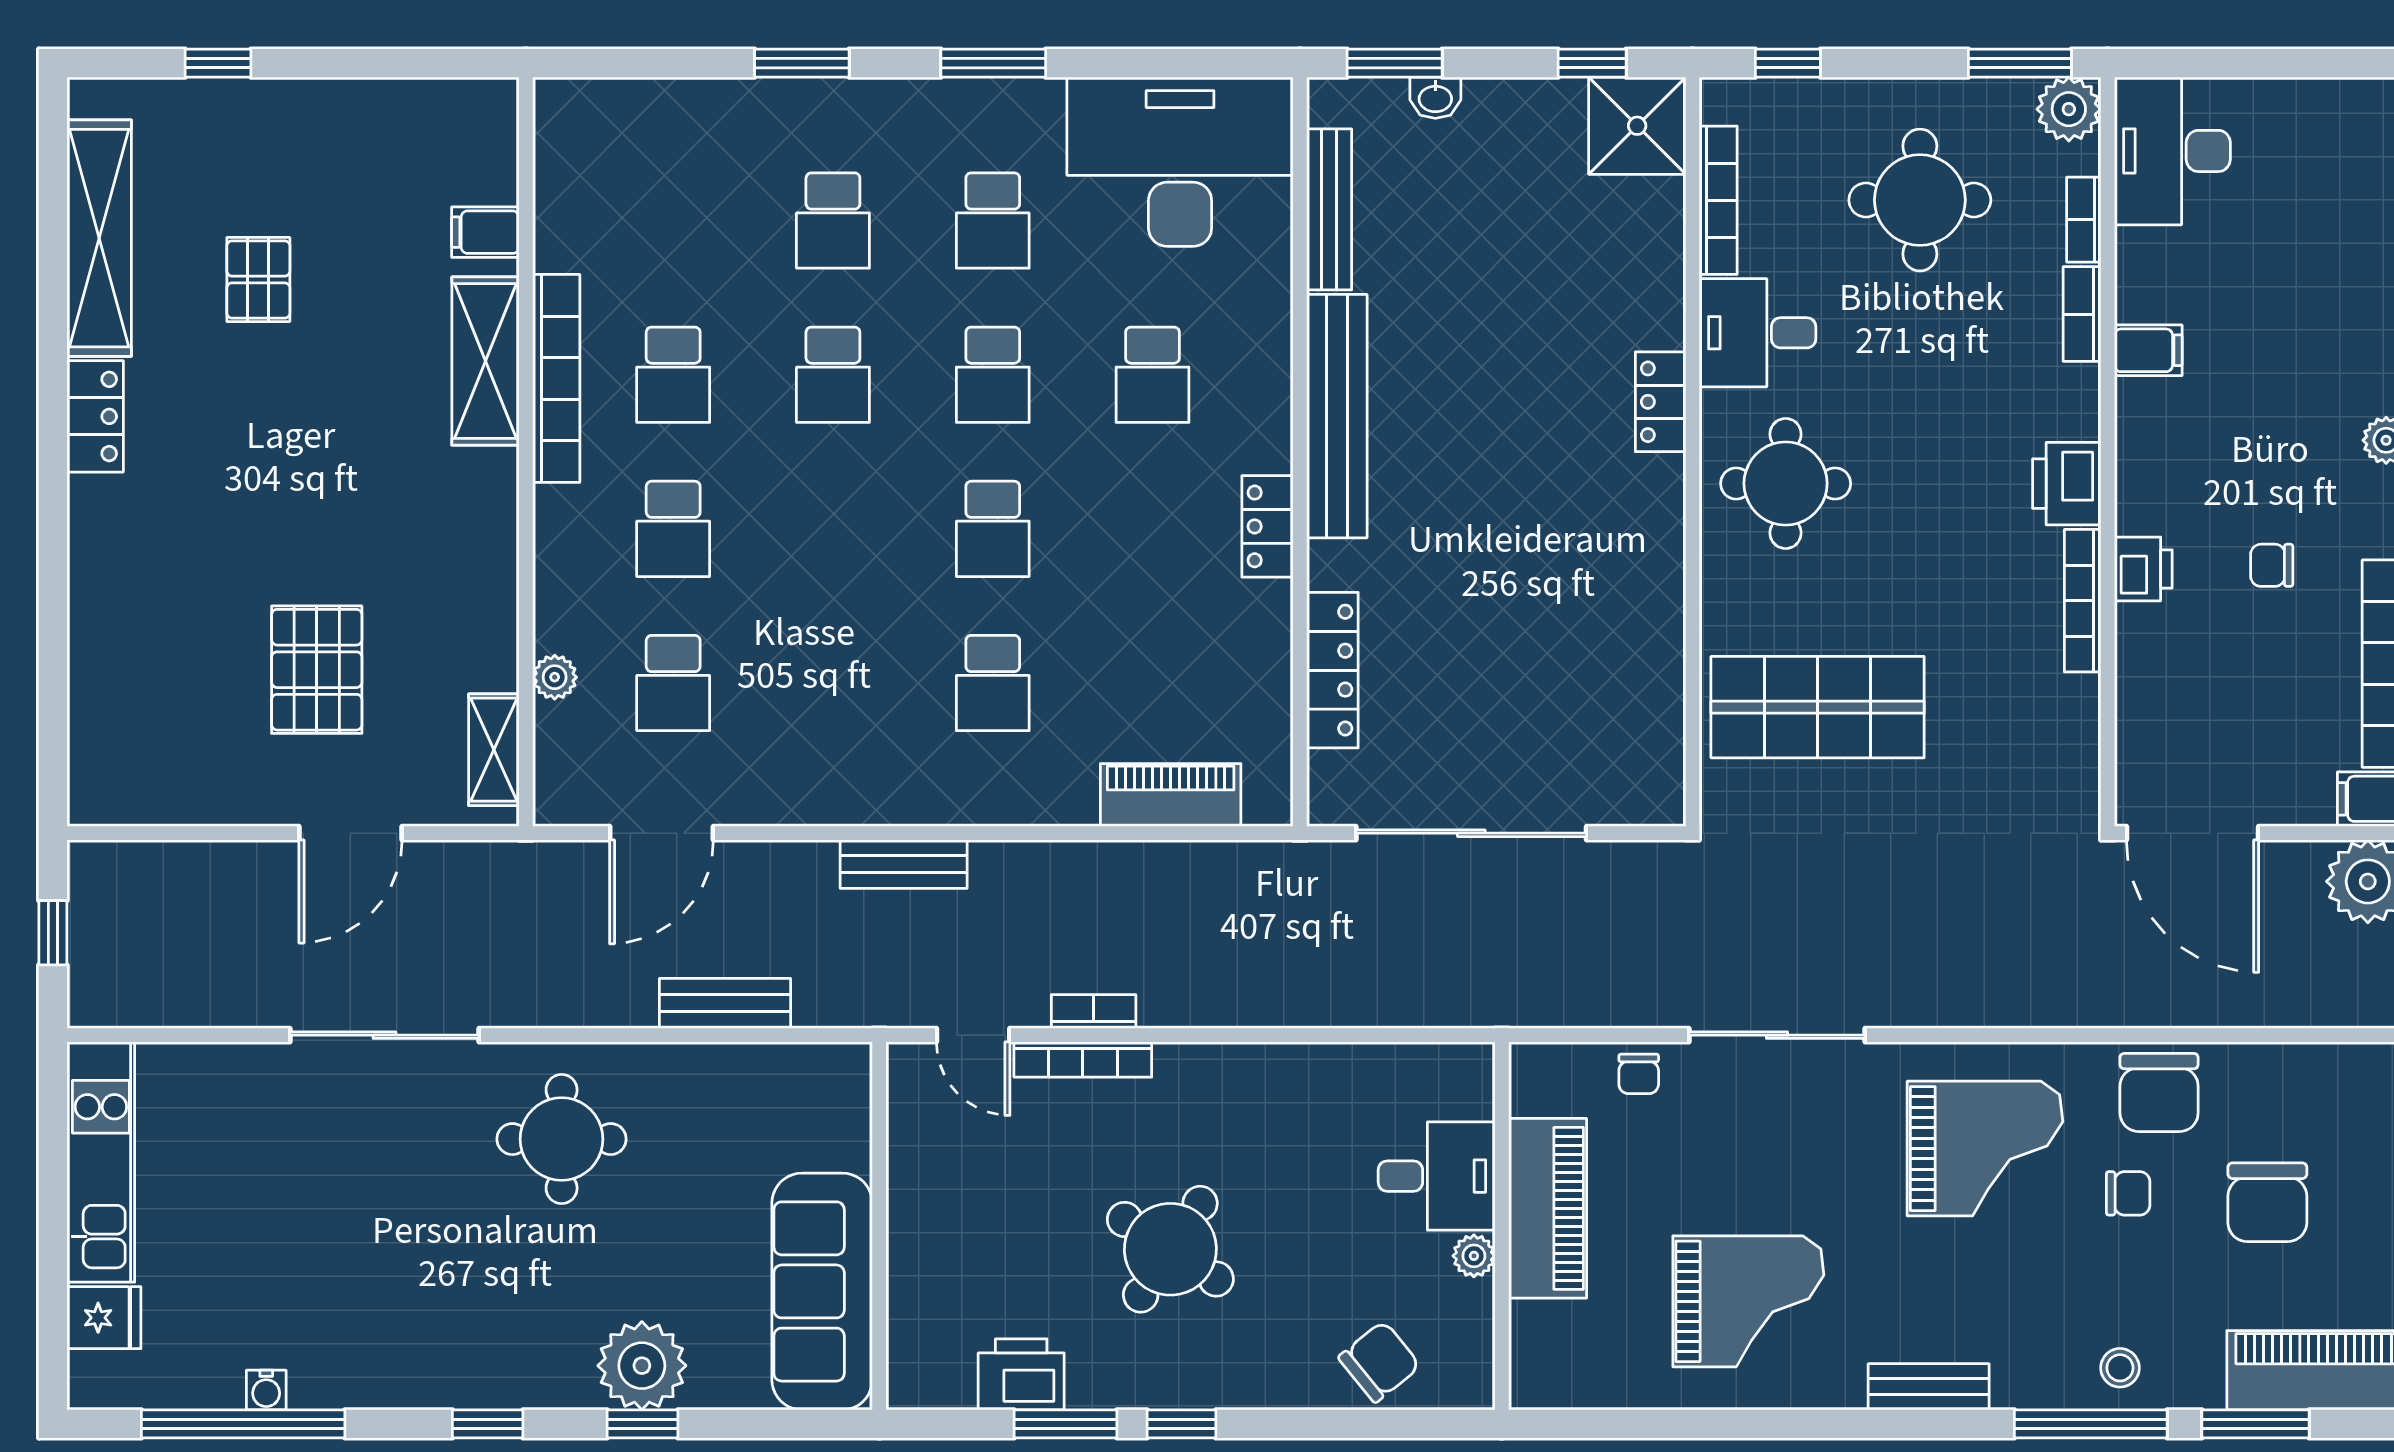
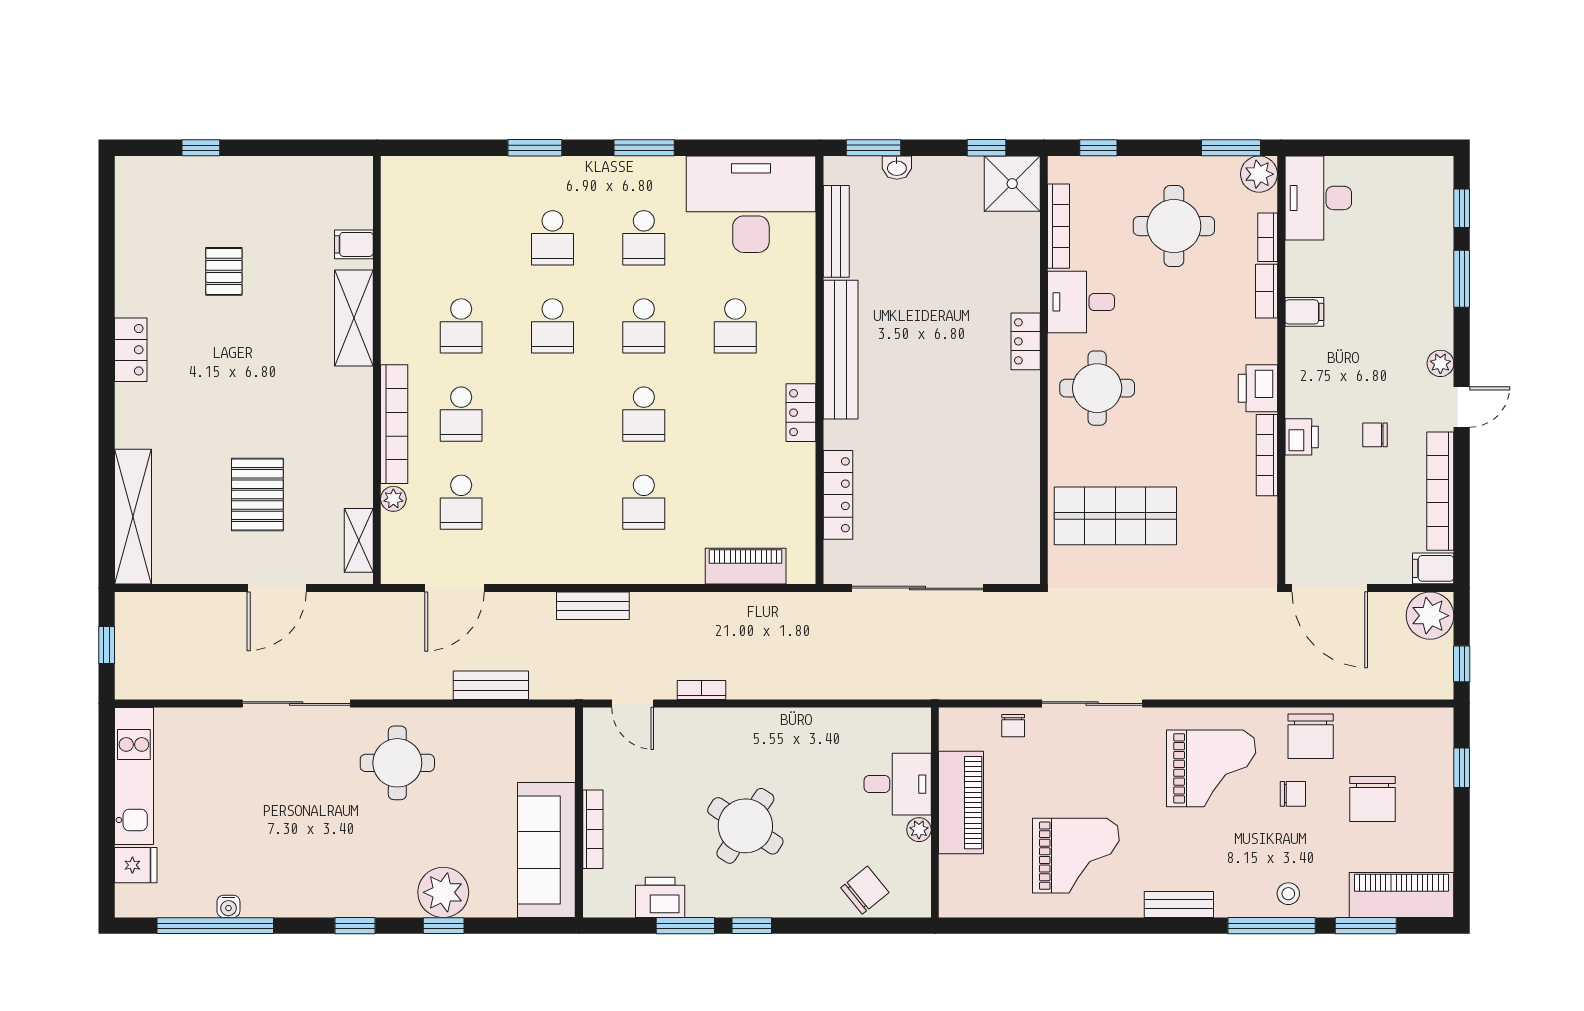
shelving: (99, 238) -> (133, 517), moved
bookcase: (556, 378) -> (394, 424), moved
bookcase: (1083, 1060) -> (593, 829), moved, turned -90

